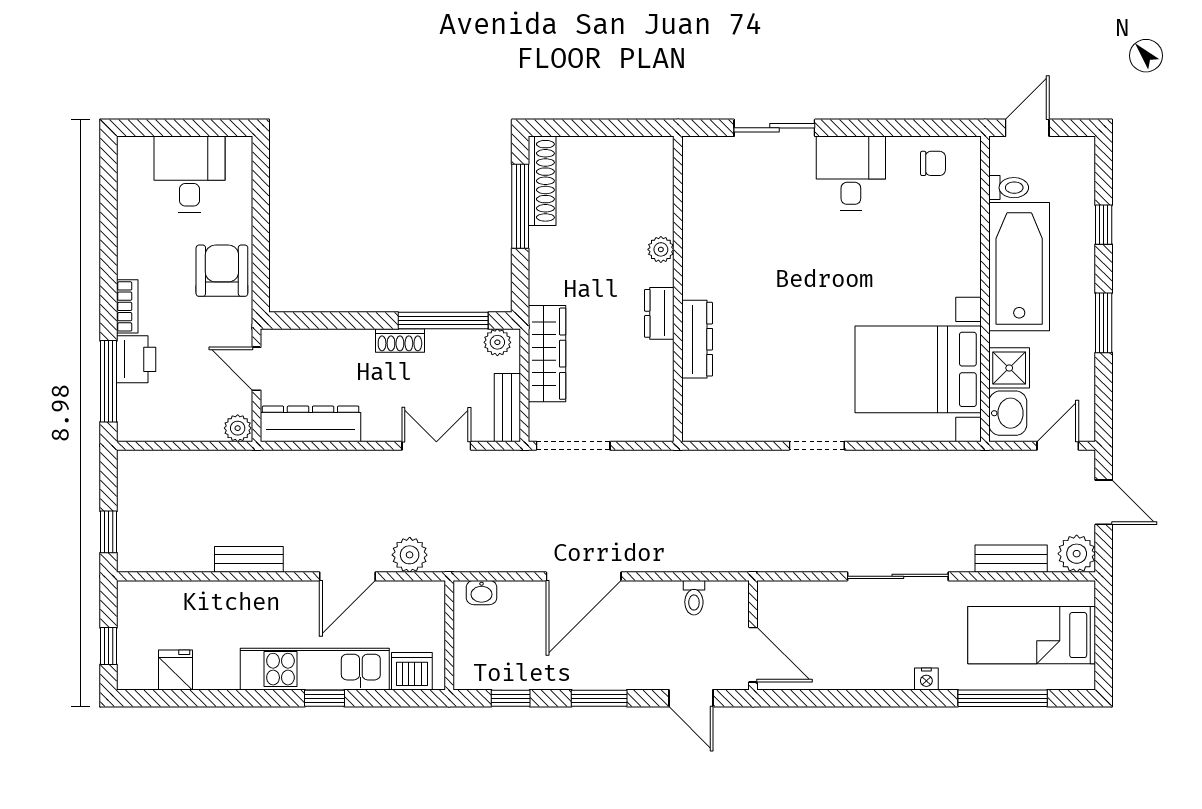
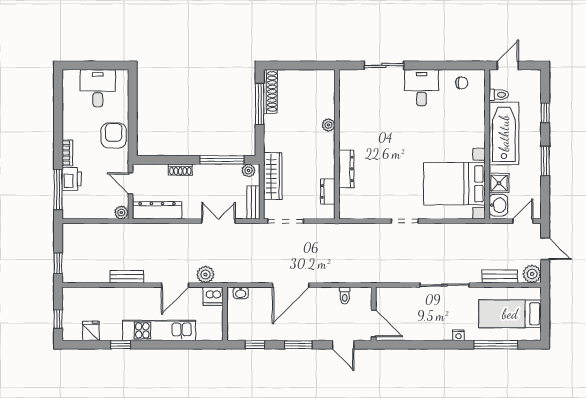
dresser: (659, 313) -> (328, 191), moved
shoe rack: (400, 341) -> (180, 170), moved
dishwasher: (412, 671) -> (213, 296), moved, turned 180
window: (325, 698) -> (121, 345), moved

